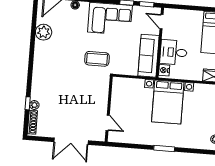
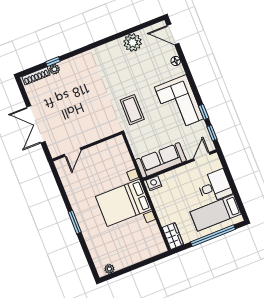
desk: (174, 52) -> (215, 186), moved, turned 90

